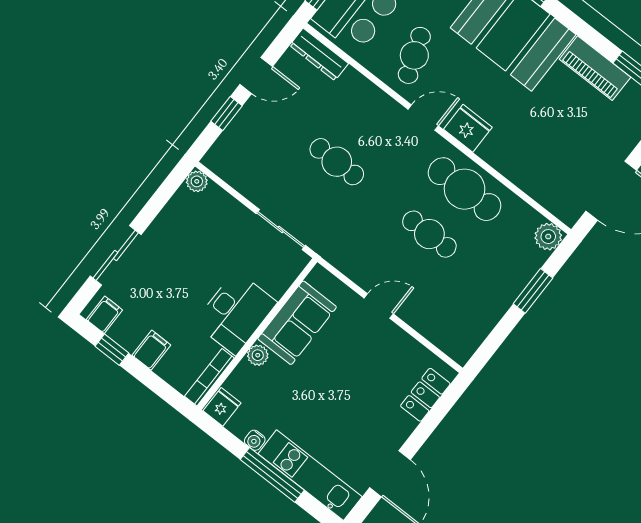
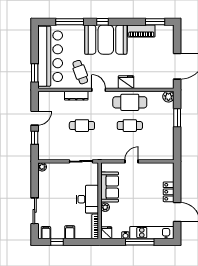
dresser: (319, 54) -> (76, 96), moved
door: (423, 118) -> (99, 90), hinge flipped
fridge: (468, 128) -> (126, 82), moved
locker: (425, 395) -> (169, 192), moved

